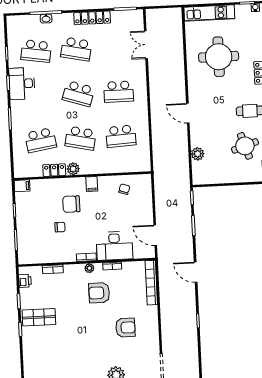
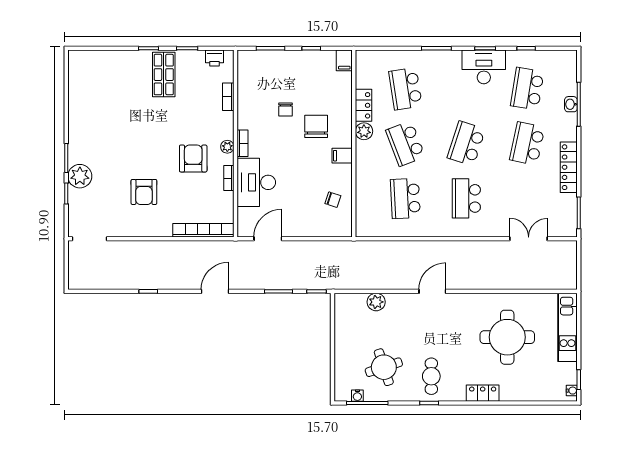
school desk: (81, 138) -> (405, 144), turned -33

